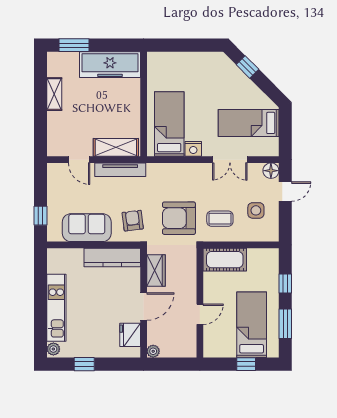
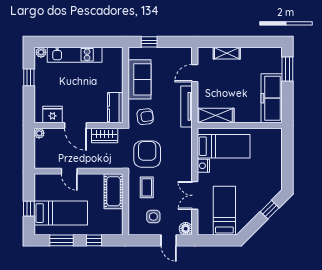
shelving: (54, 94) -> (227, 53), moved
shelving: (116, 147) -> (216, 115), moved, turned 90
kitchen counter: (112, 257) -> (115, 108), width x0.67

